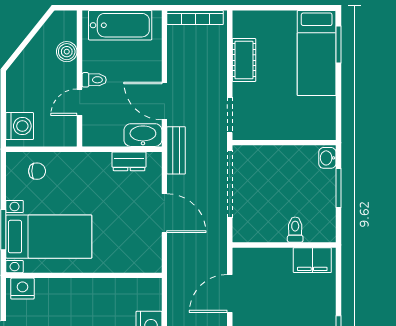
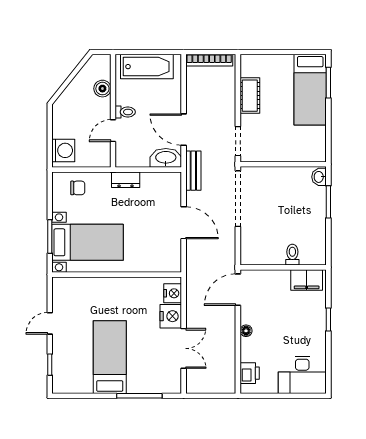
dresser: (129, 161) -> (126, 180), moved
toilet: (295, 230) -> (292, 255), moved
wall: (284, 245) -> (283, 267), moved
filing cabinet: (312, 260) -> (307, 280), moved
nightstand: (22, 289) -> (173, 293), moved, turned 90

